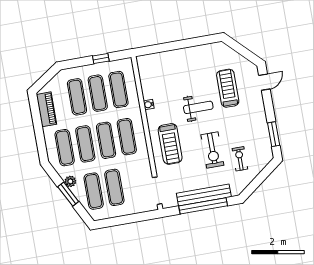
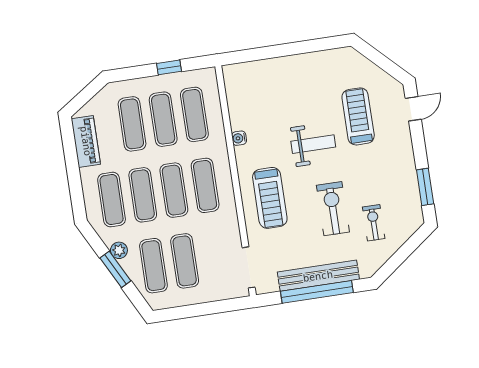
exercise bike: (212, 150) -> (333, 209), turned 180

